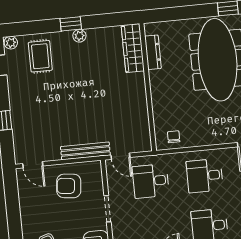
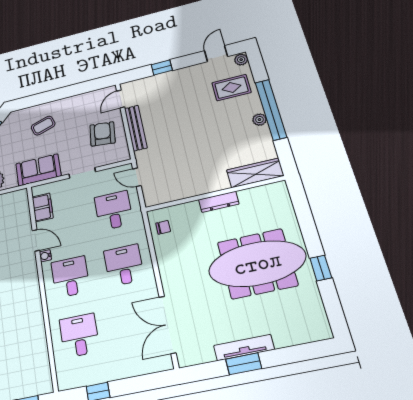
window: (71, 24) -> (271, 110), width x3.17
dresser: (153, 52) -> (219, 202), moved
bench: (85, 151) -> (136, 128), moved
door: (120, 156) -> (137, 177), hinge flipped

